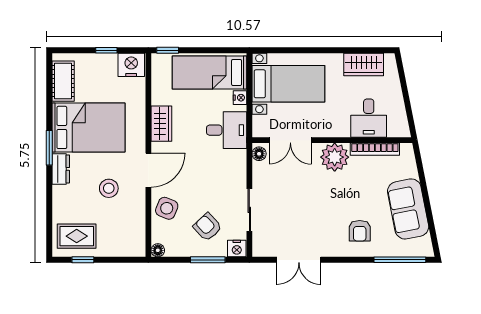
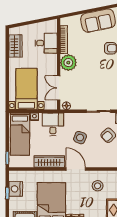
nightstand: (131, 65) -> (16, 189), moved
wardrobe: (161, 124) -> (49, 162), width x1.50
double door: (290, 140) -> (59, 88), swing flipped
stool: (109, 188) -> (98, 186), moved
side table: (167, 208) -> (80, 138), moved

